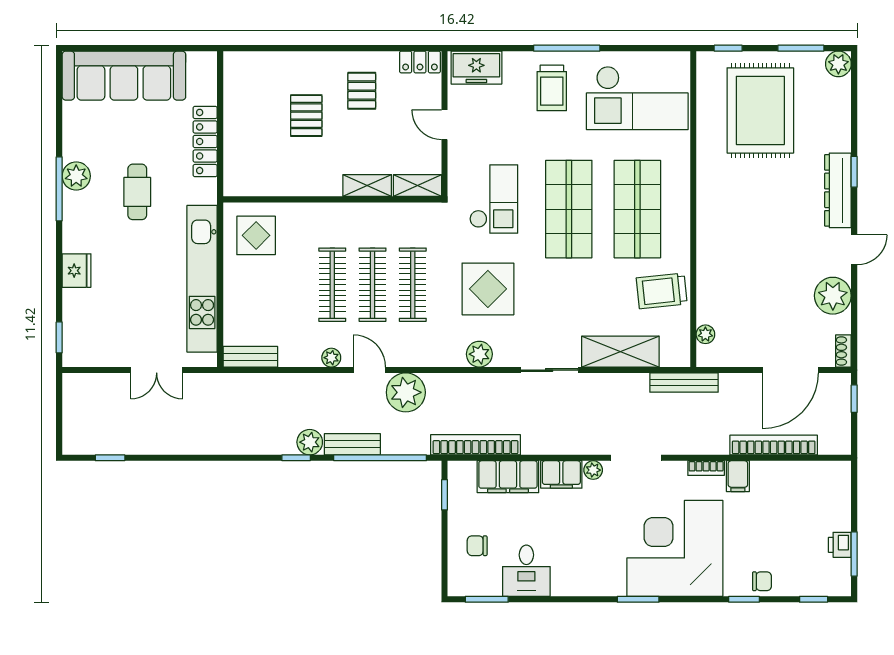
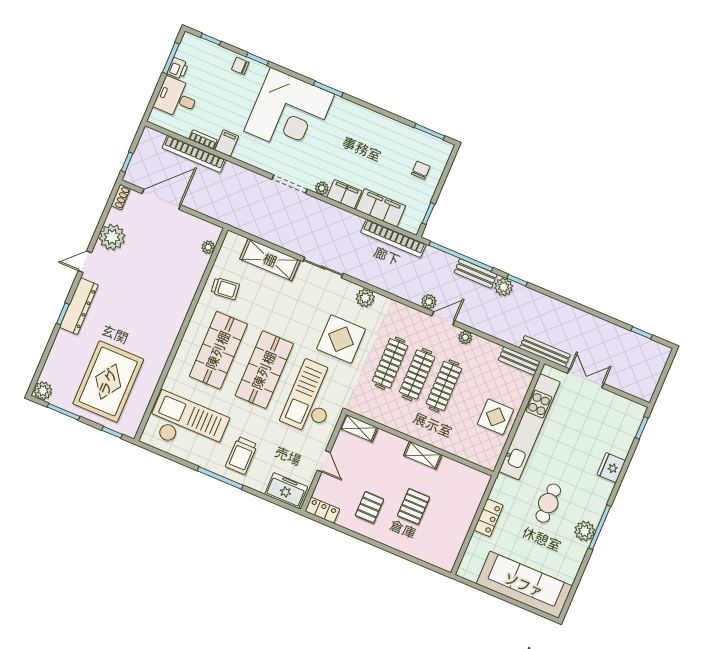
trolley: (552, 88) -> (241, 456), turned 180
locker: (205, 141) -> (489, 518), width x0.66
shelving: (367, 185) -> (423, 455), moved
checkout: (494, 199) -> (312, 398), width x1.36, depth x1.21
display table: (256, 235) -> (496, 417), moved
trolley: (662, 291) -> (225, 289), width x0.73, depth x0.72
door: (369, 370) -> (443, 318), swing flipped
bench: (684, 383) -> (545, 351), moved
plant: (406, 392) -> (429, 302), width x0.53, depth x0.53
bookcase: (706, 468) -> (203, 140), moved
chair: (477, 546) -> (421, 170), turned -90
desk: (526, 571) -> (177, 98), moved, turned -90

